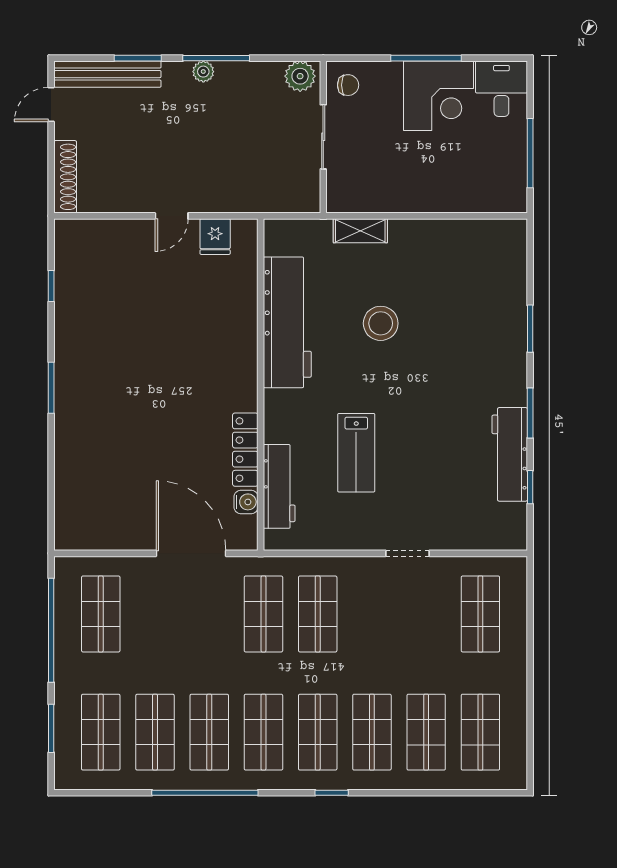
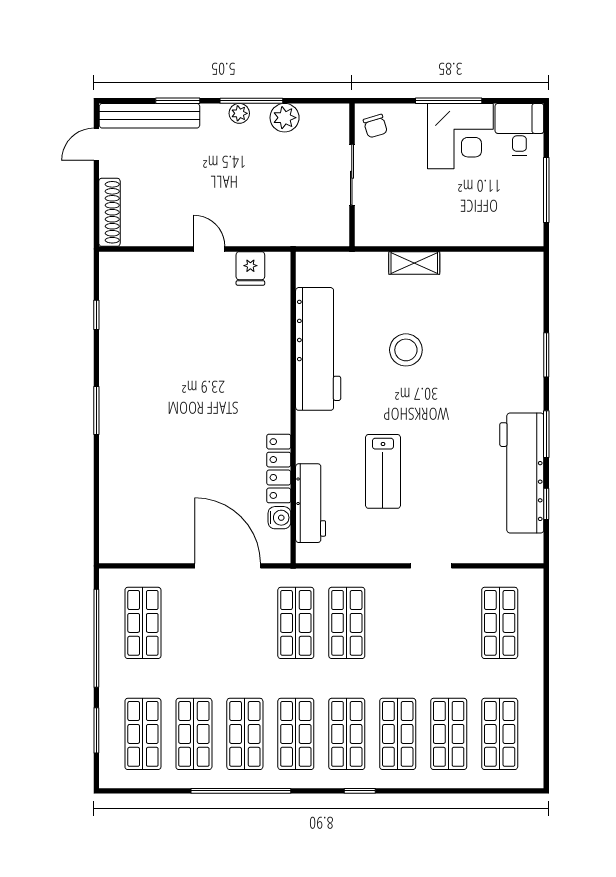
plant: (300, 76) -> (285, 118), moved
chair: (348, 85) -> (375, 126), turned 73
door: (172, 216) -> (209, 249), swing flipped
shelving: (360, 231) -> (414, 263), moved
workbench: (510, 454) -> (522, 473), width x1.36, depth x1.32

